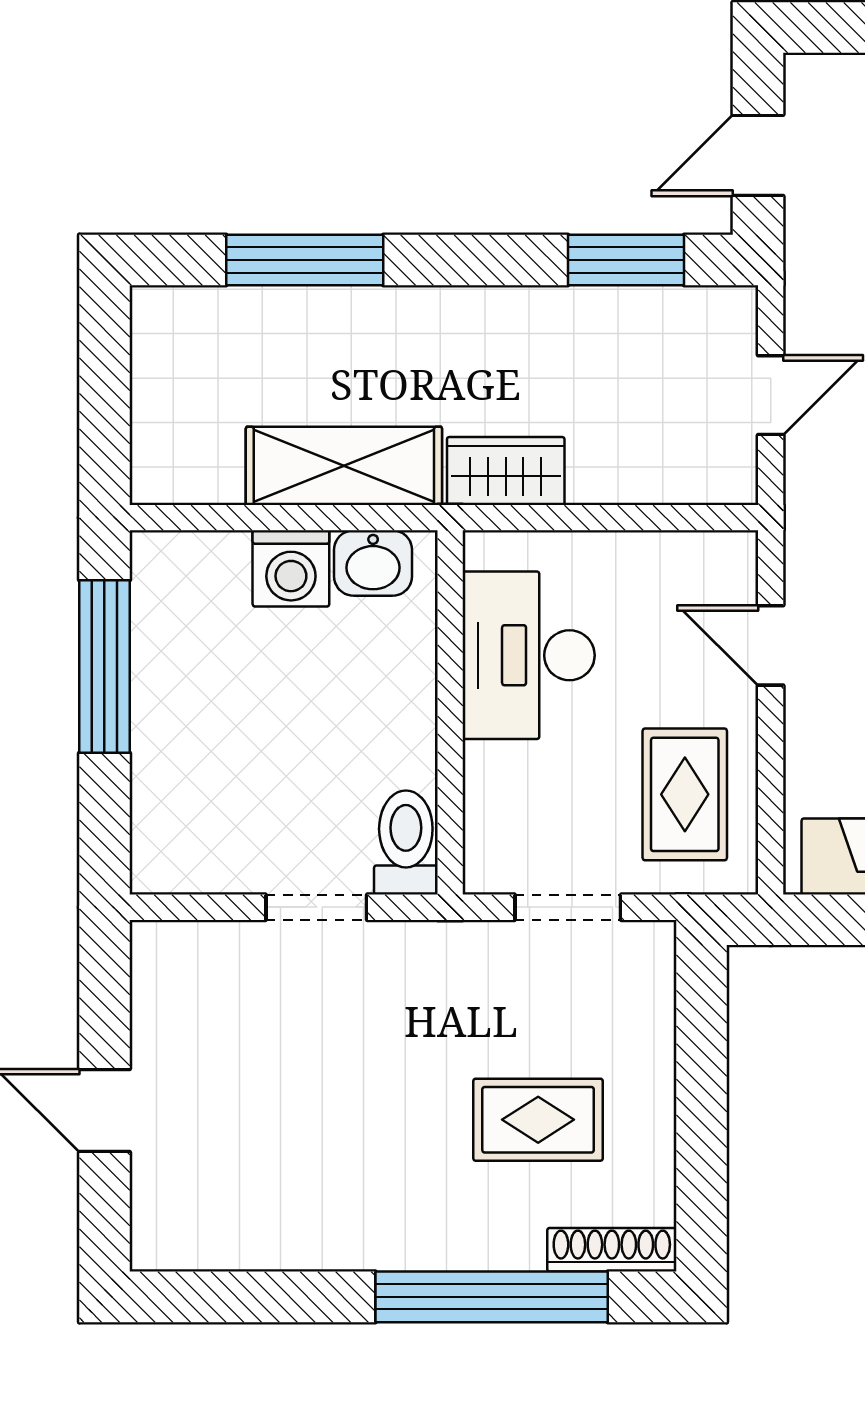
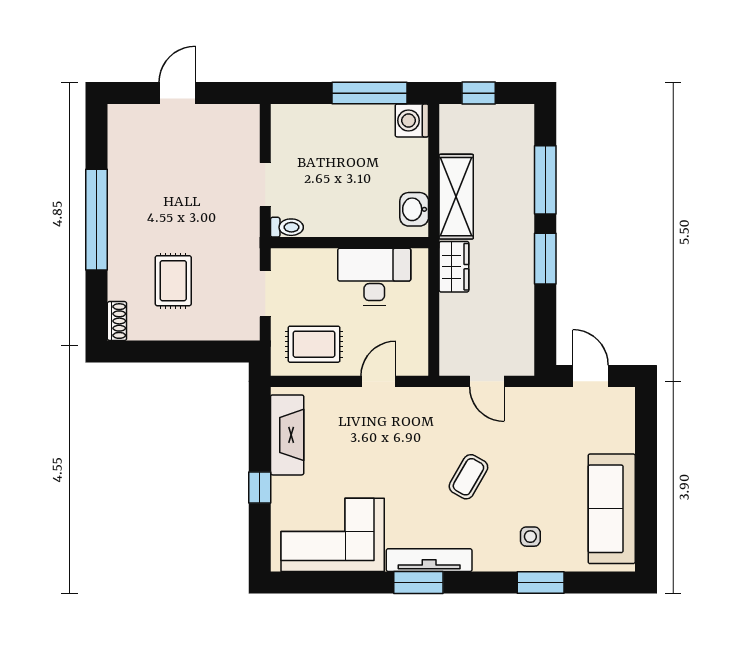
window: (626, 260) -> (545, 259), moved
window: (104, 414) -> (479, 93), added
washing machine: (291, 568) -> (412, 120), moved
toilet: (406, 842) -> (287, 227), width x0.73, depth x0.72
shoe rack: (612, 1250) -> (117, 321), width x0.70
window: (492, 1297) -> (97, 220), moved

